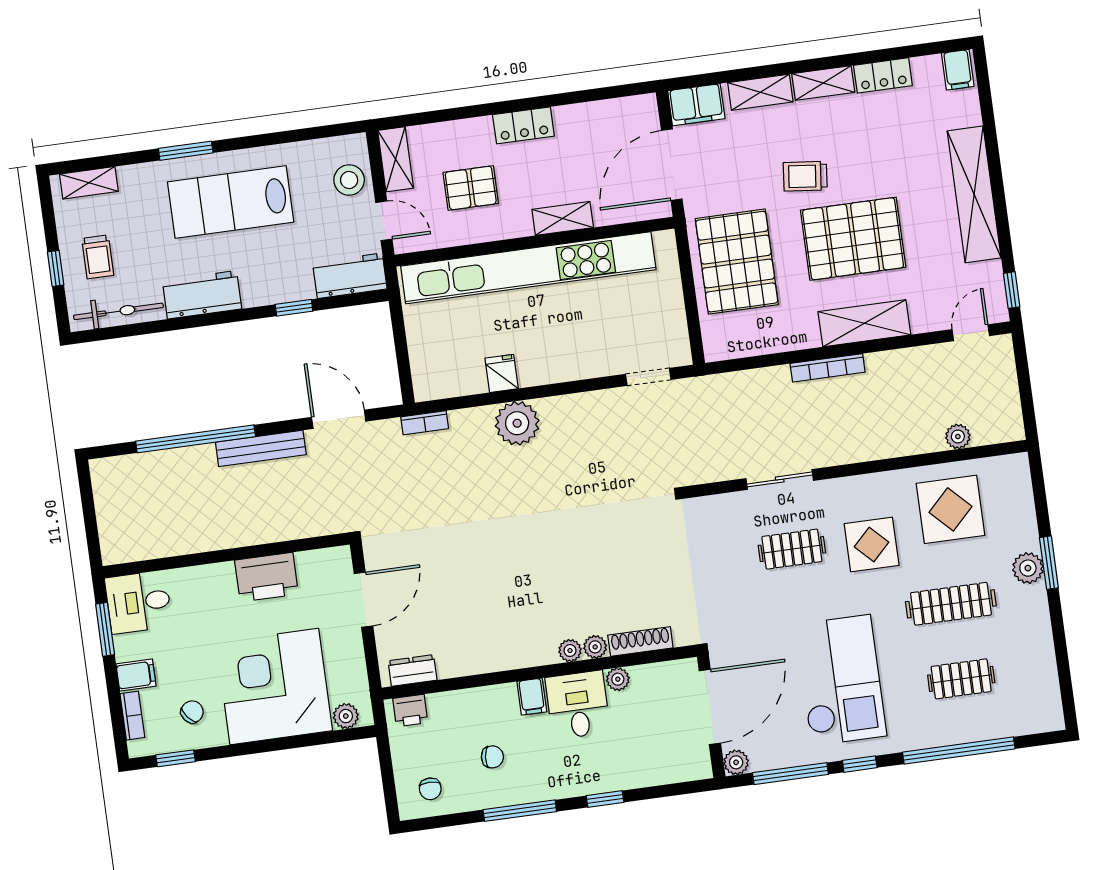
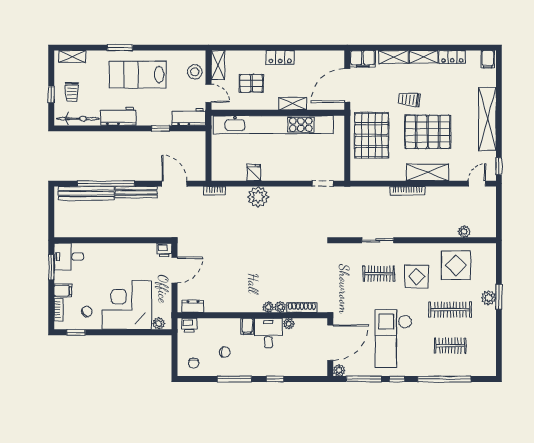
bench: (157, 465) -> (86, 193), added
printer: (267, 577) -> (164, 250), moved, width x0.53, depth x0.68
checkout: (841, 680) -> (393, 338), turned 180

